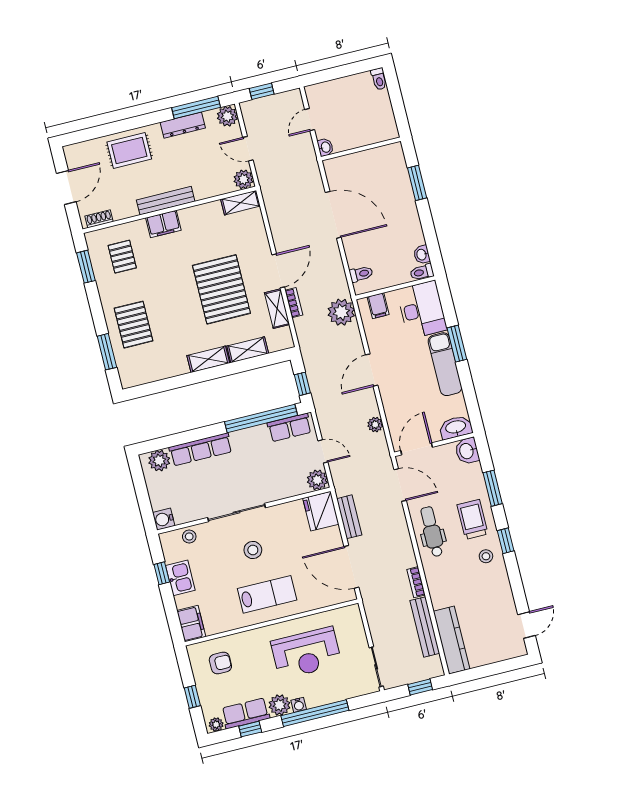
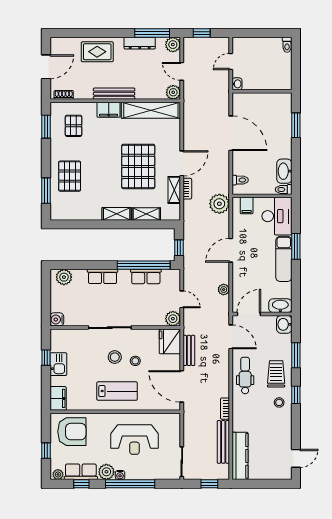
shelving: (240, 203) -> (151, 110), width x2.20, depth x1.33
washbasin: (422, 255) -> (284, 171), width x1.91, depth x1.45
row of seats: (289, 427) -> (146, 277), moved
row of seats: (201, 449) -> (103, 276), width x0.68
stool: (189, 537) -> (135, 361), moved
armchair: (220, 663) -> (72, 432), width x1.88, depth x1.88

